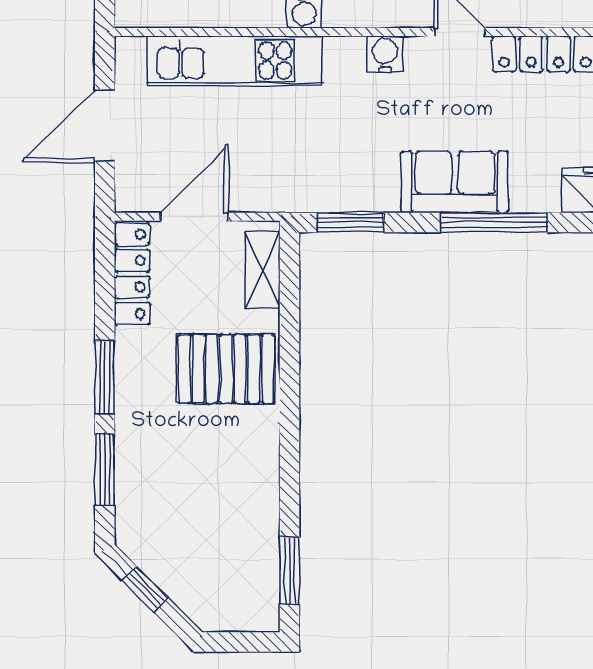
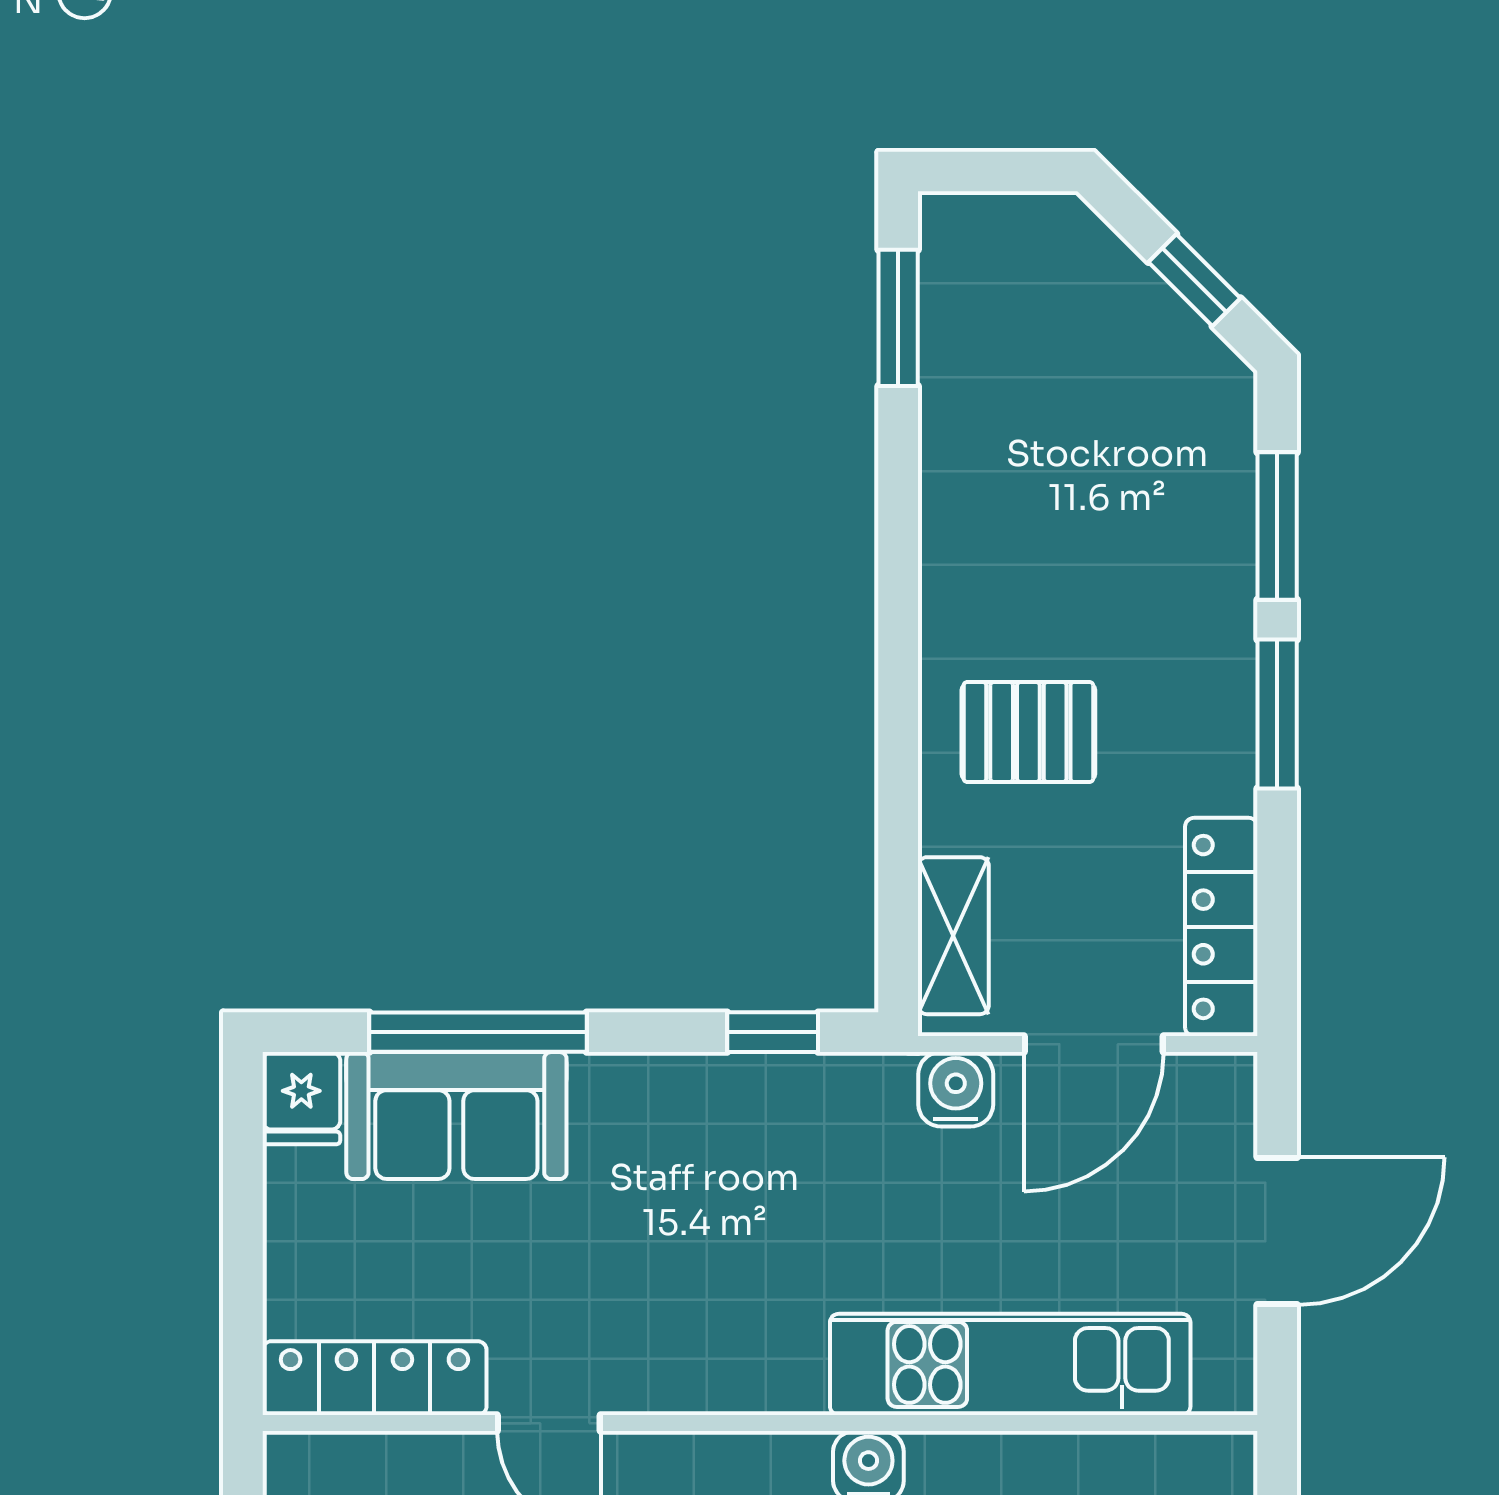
water cooler: (385, 54) -> (956, 1089), moved, turned 180
sofa: (455, 182) -> (456, 1116), moved
window: (351, 223) -> (773, 1032), width x0.67
pallet: (226, 369) -> (1028, 732), width x0.67, depth x0.71

